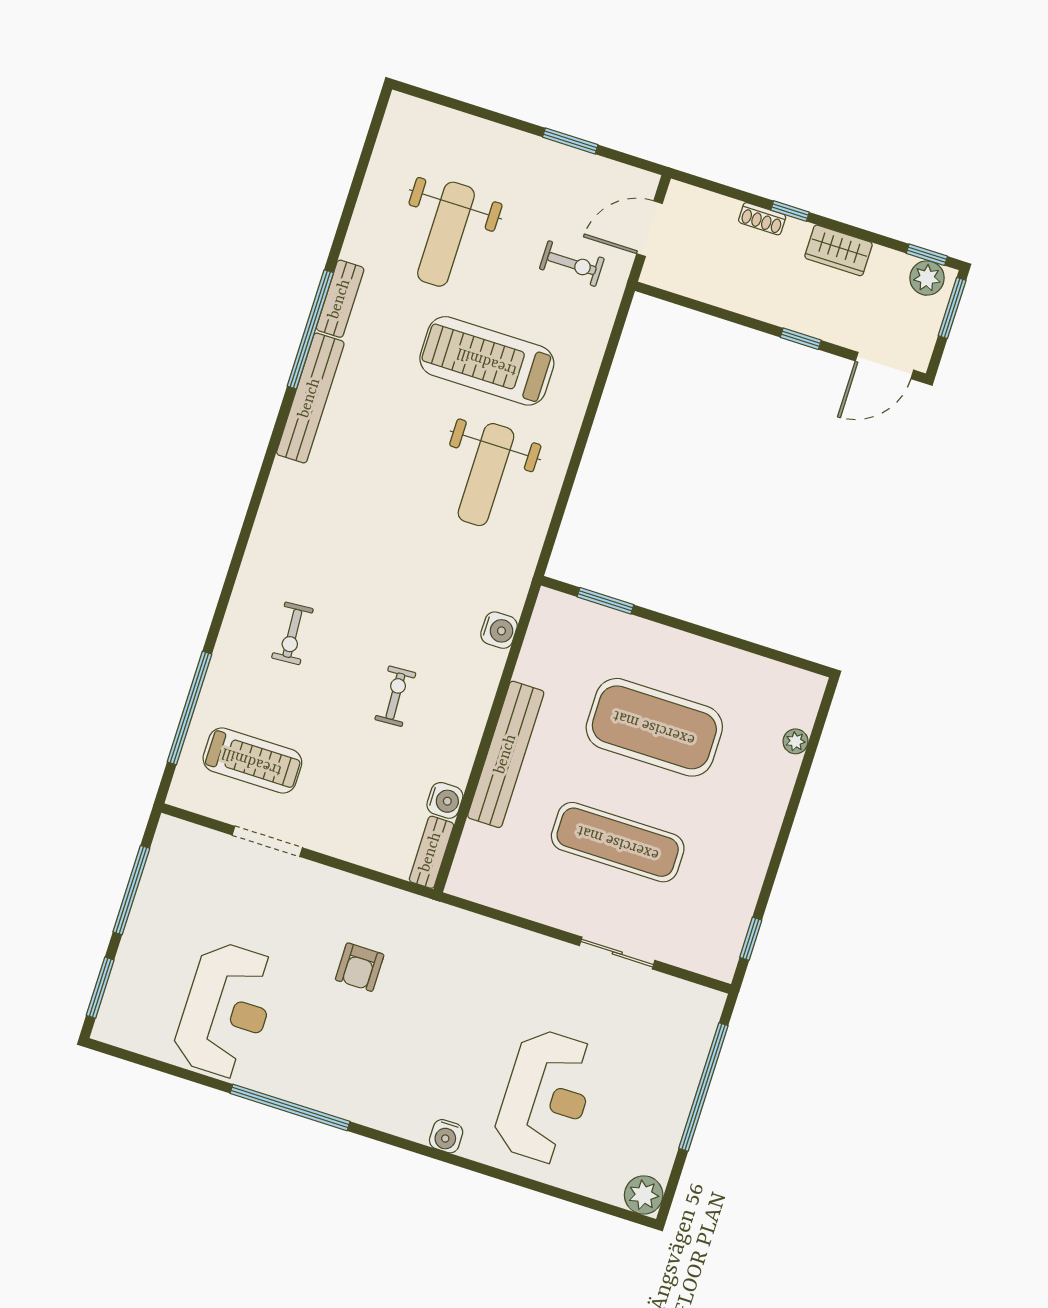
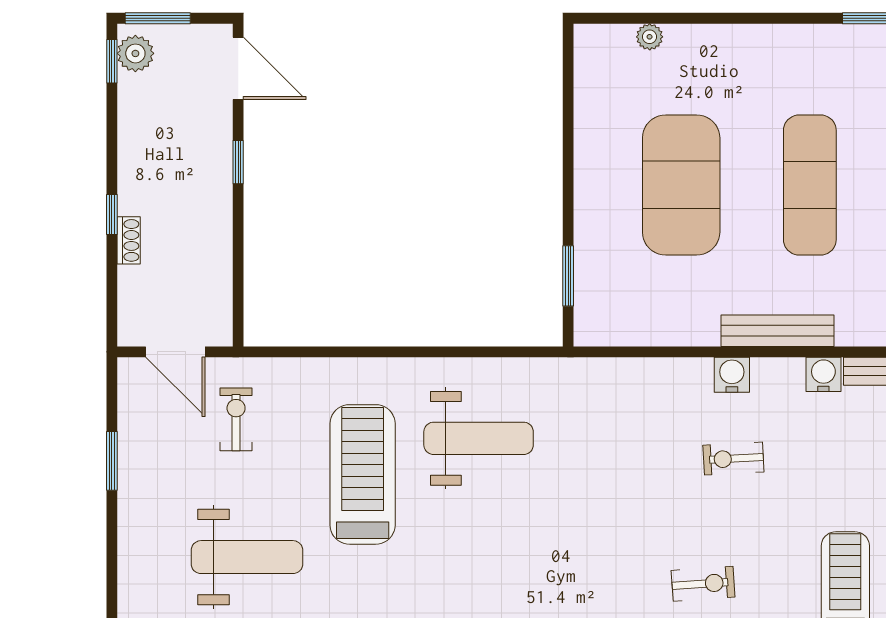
wardrobe: (838, 250) -> (136, 153), removed
treadmill: (487, 361) -> (363, 474), turned 180
water cooler: (499, 630) -> (732, 375), moved
bench: (506, 754) -> (777, 331), width x0.73, depth x0.82

